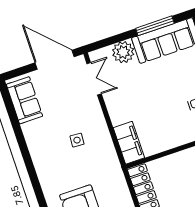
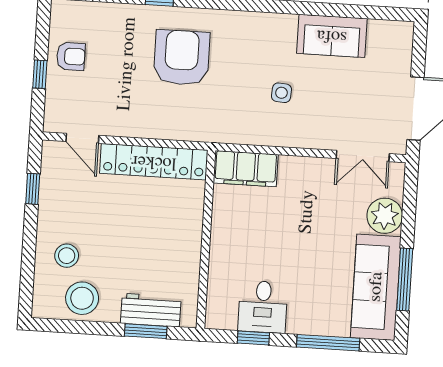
sofa: (24, 100) -> (332, 36), moved

